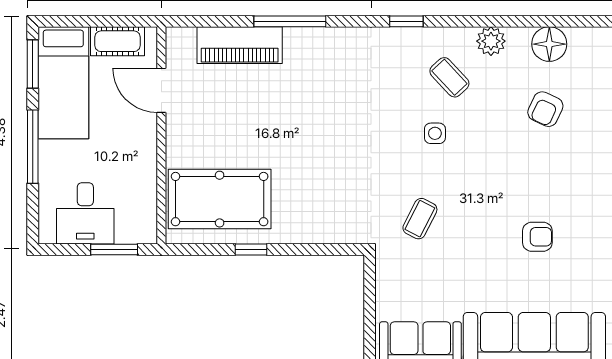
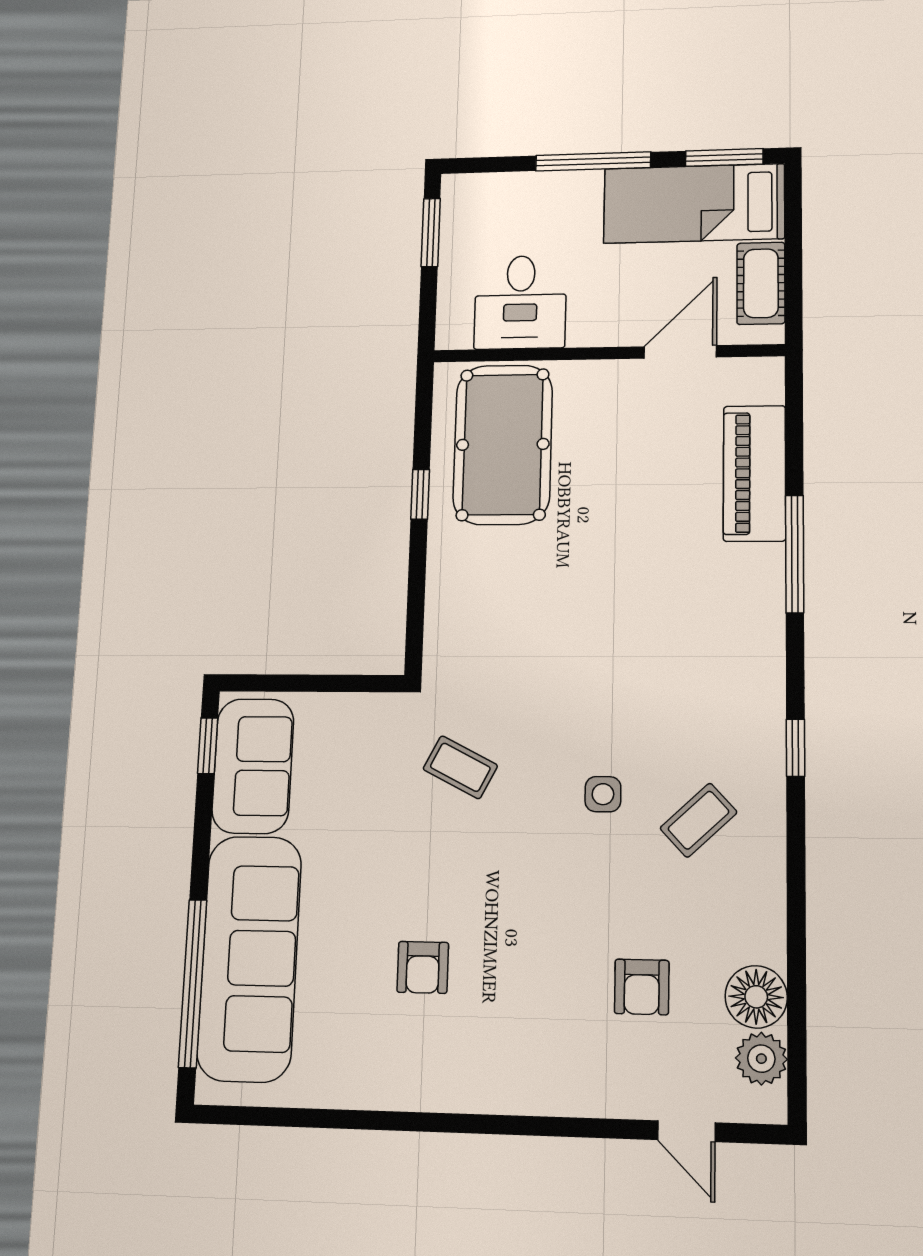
plant: (491, 41) -> (761, 1059), moved
armchair: (545, 109) -> (642, 987), turned -115
desk: (85, 213) -> (520, 302), moved, turned -90
window: (114, 249) -> (431, 232), moved

